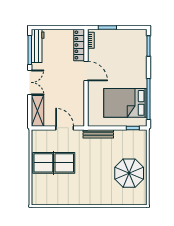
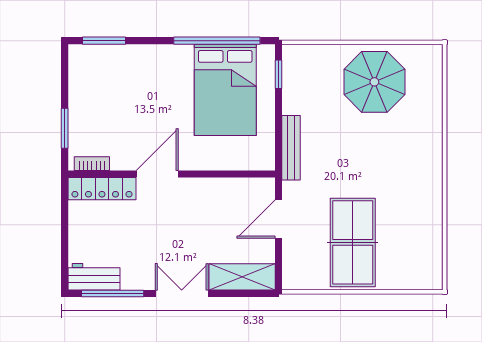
workbench: (38, 46) -> (94, 277), width x0.73

